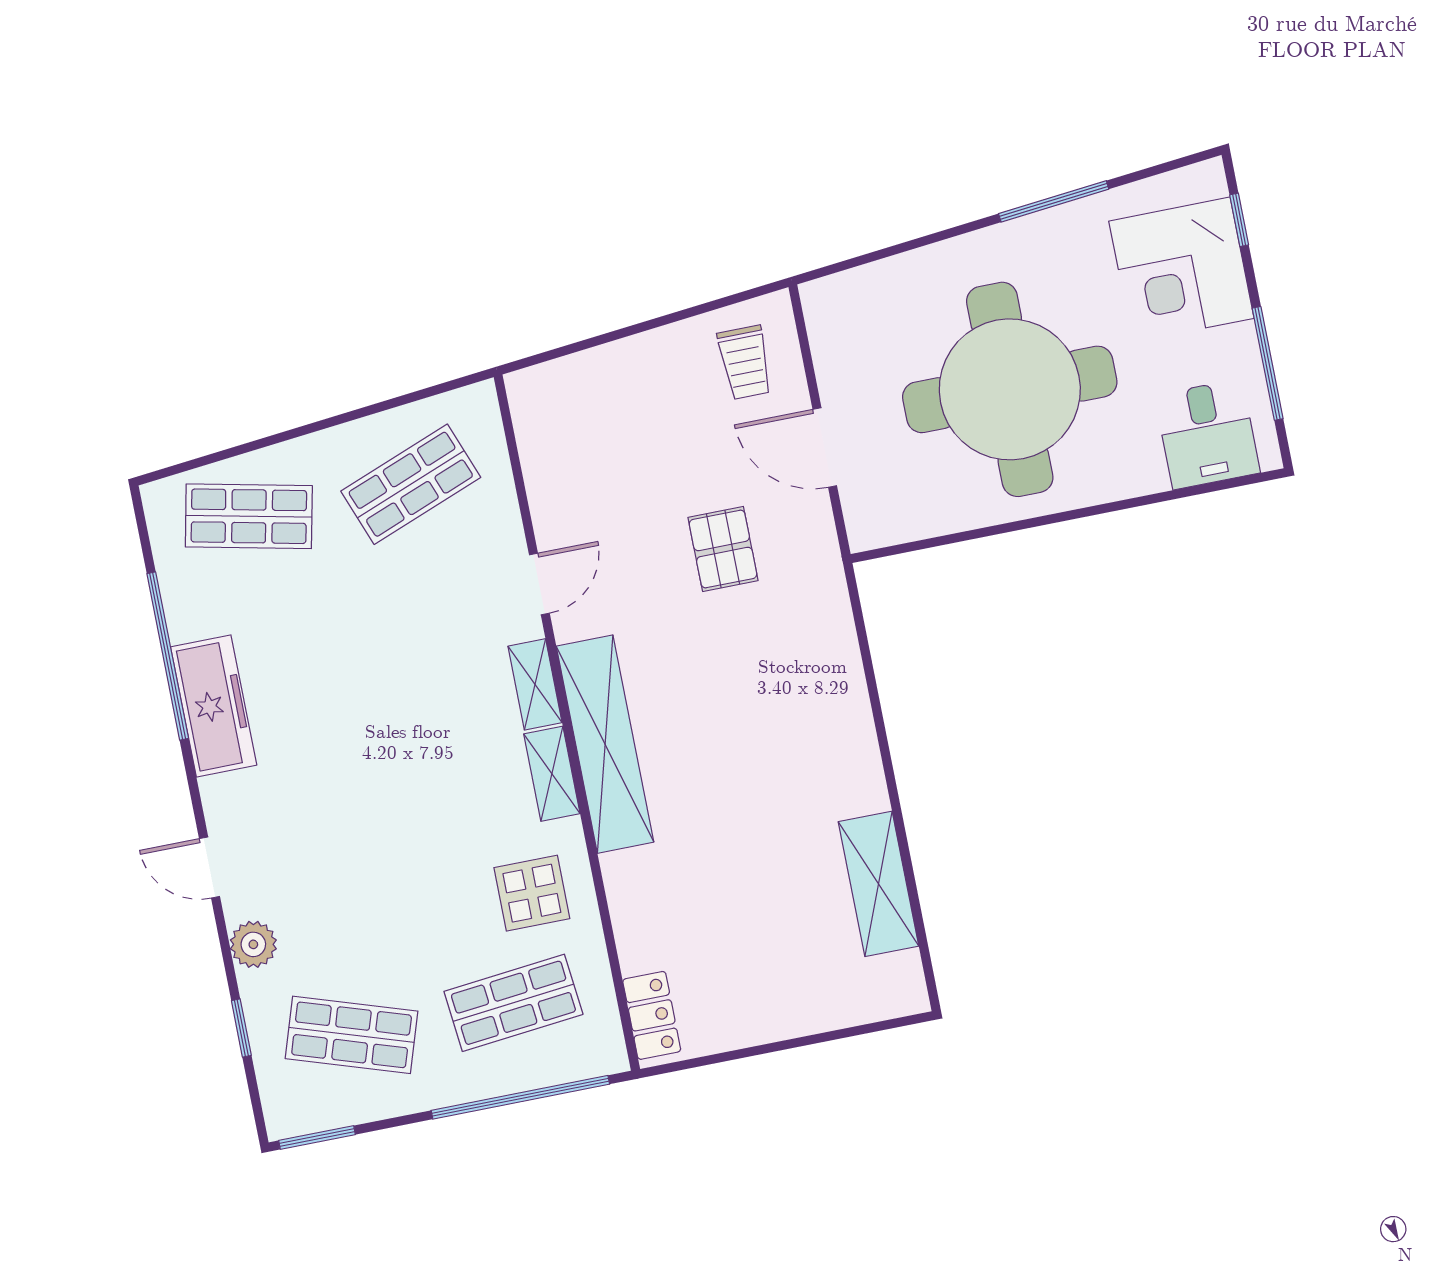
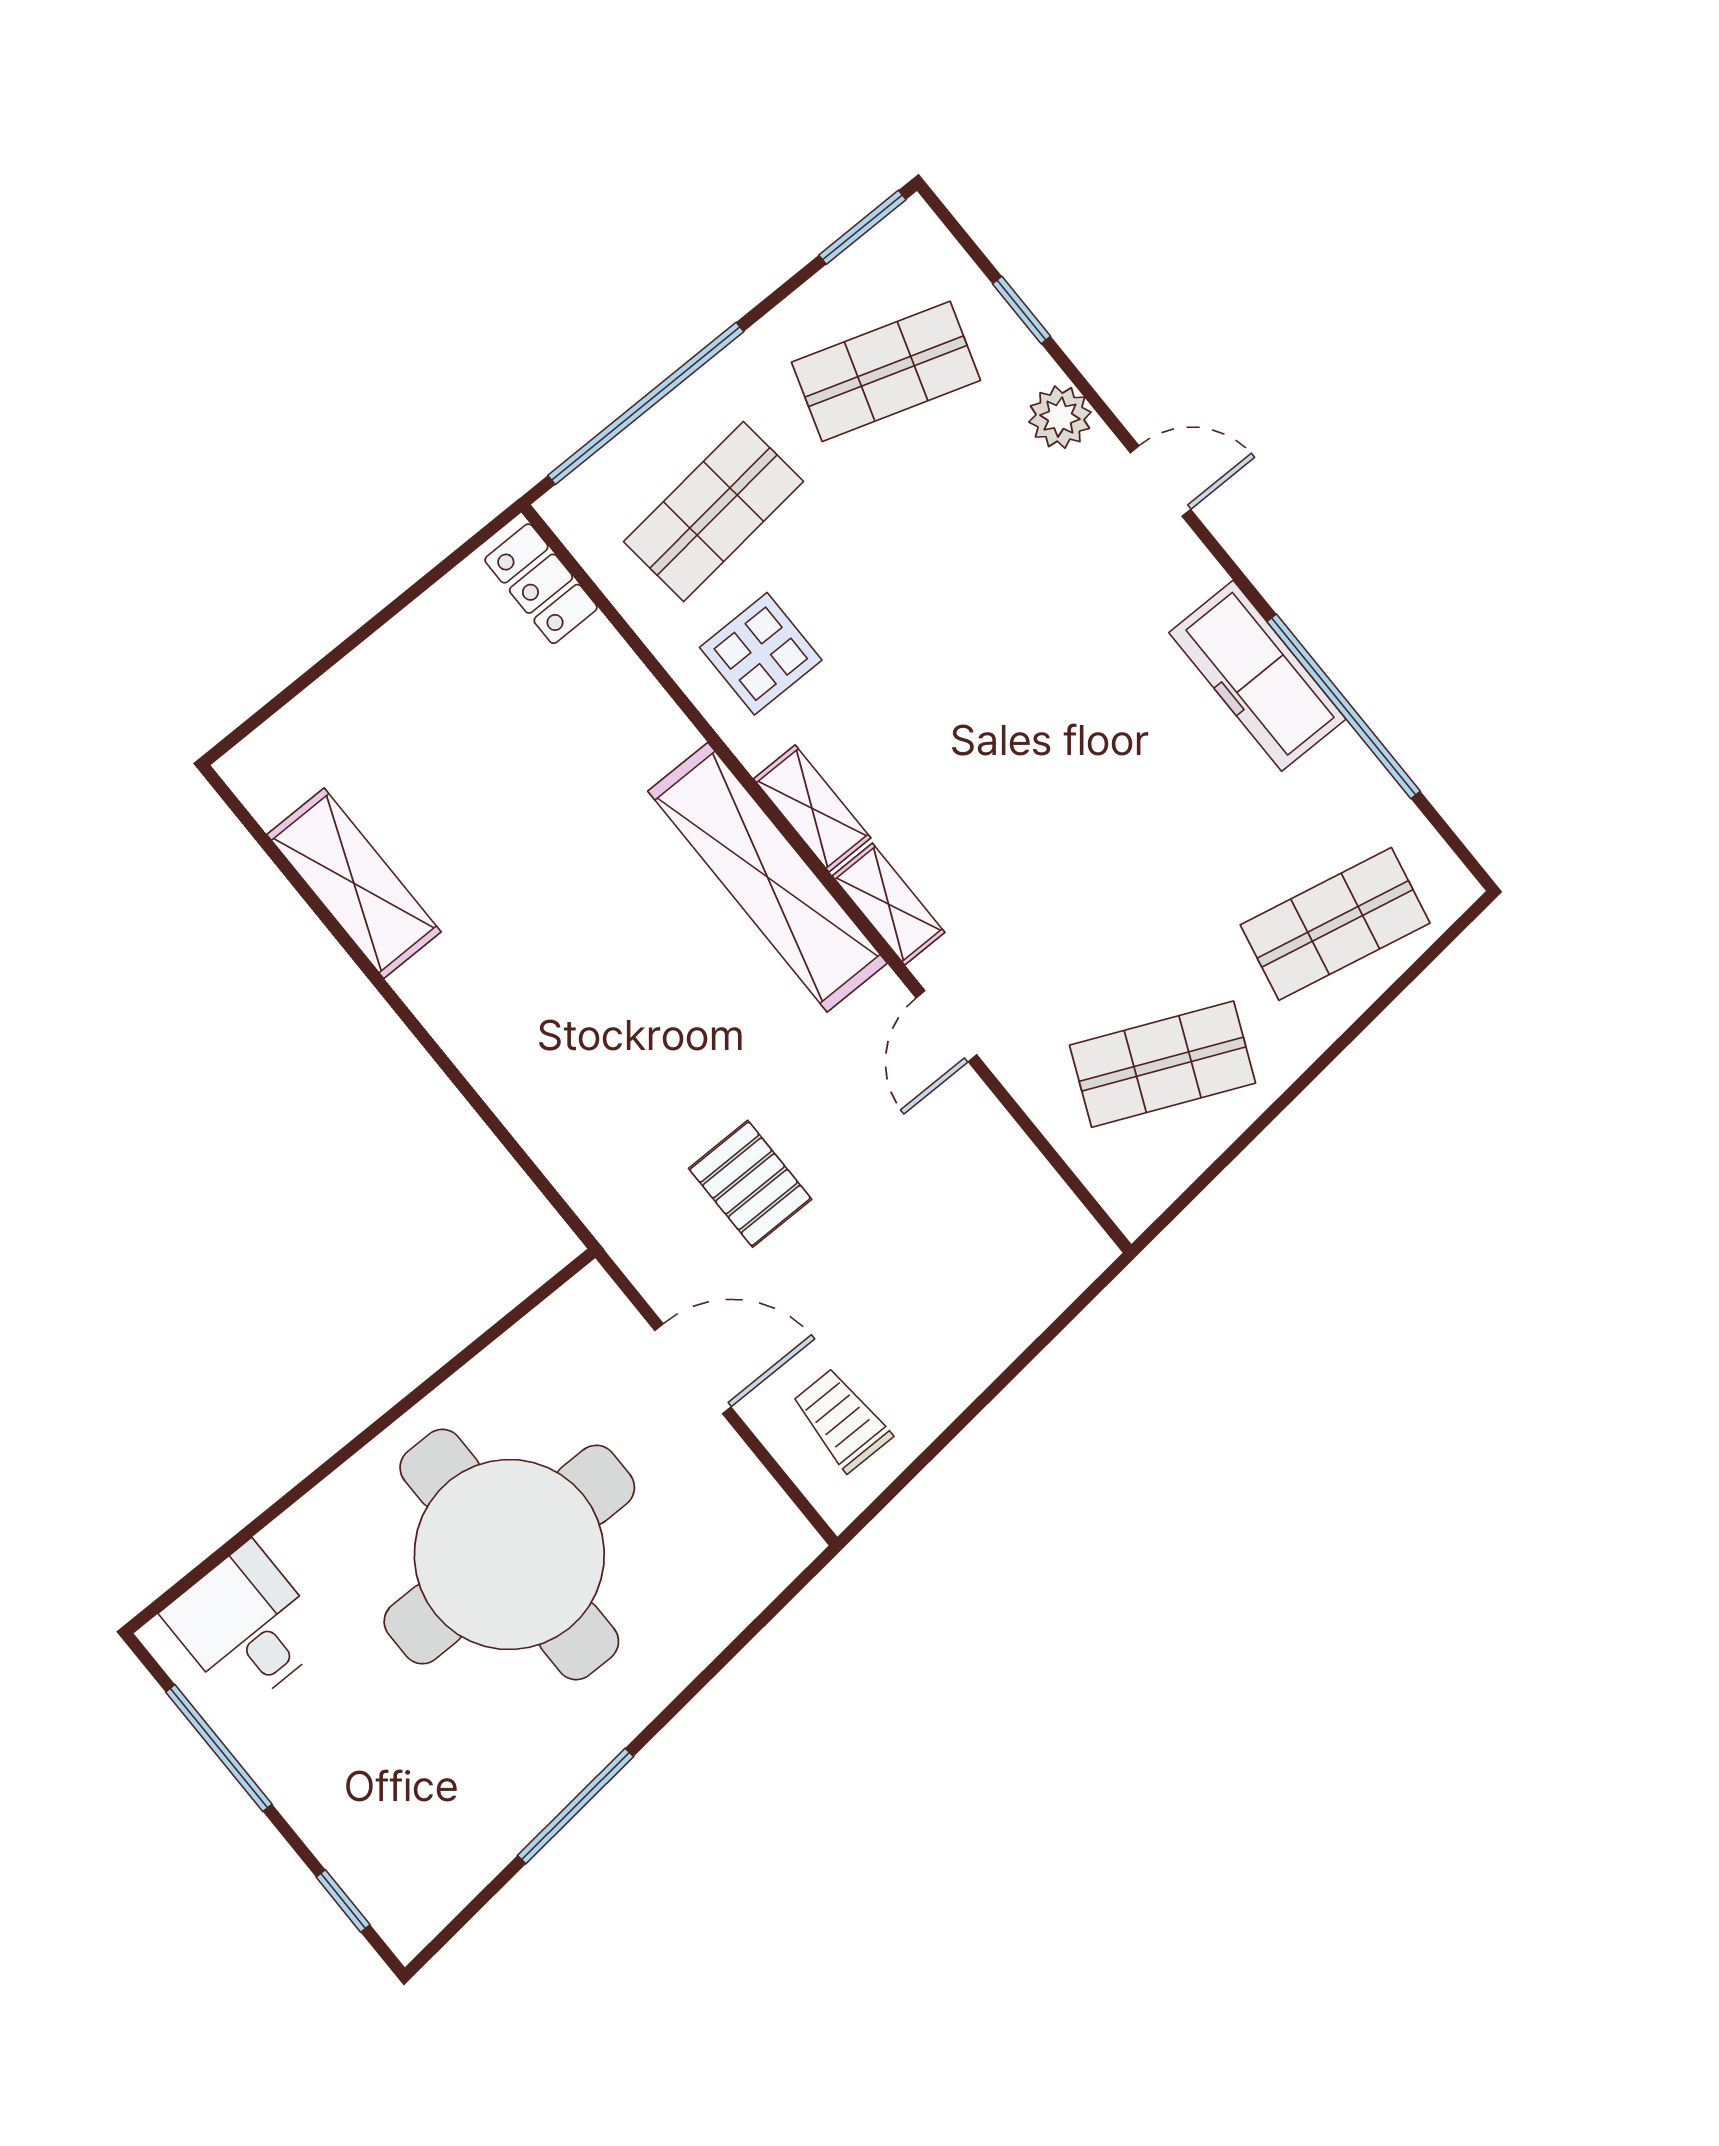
corner desk: (1181, 270) -> (380, 1805), removed
shop shelf: (411, 484) -> (1163, 1064), turned 45

